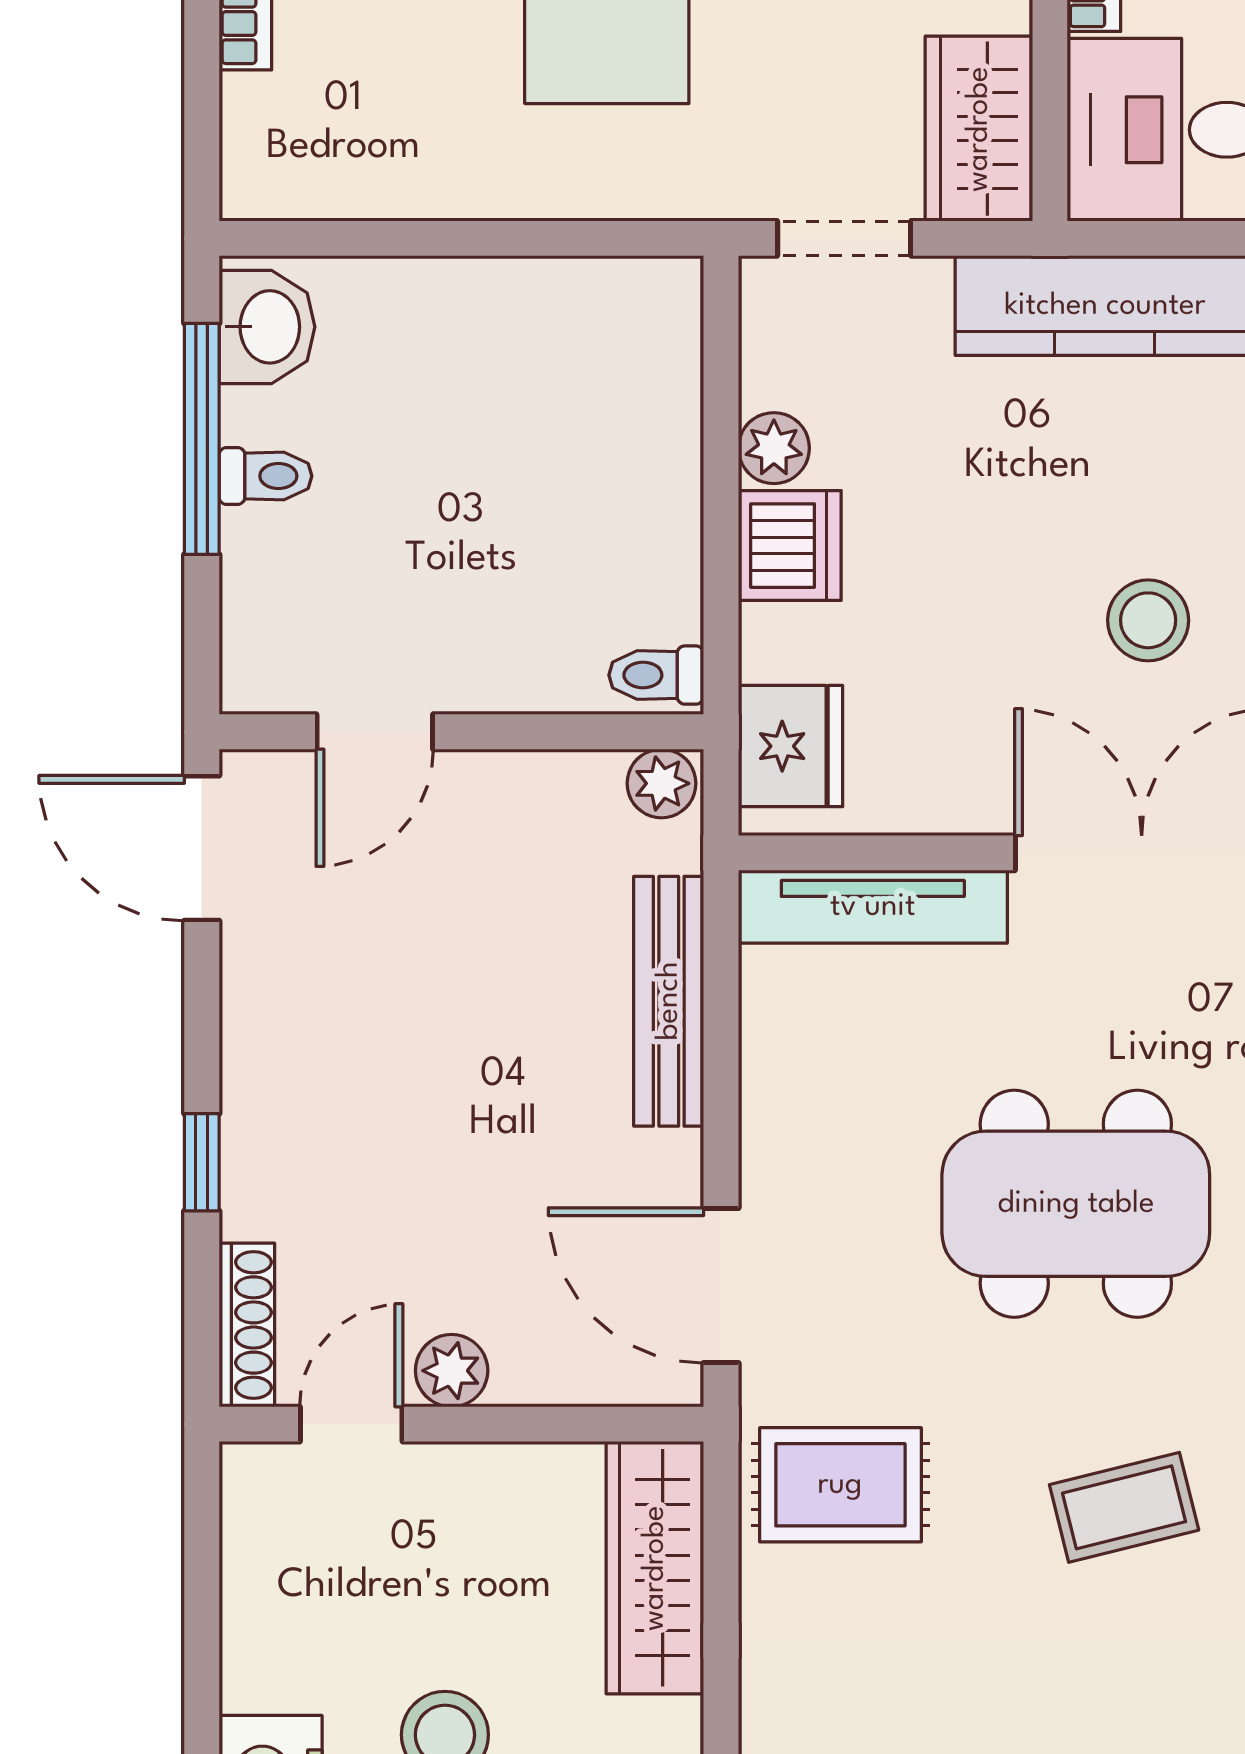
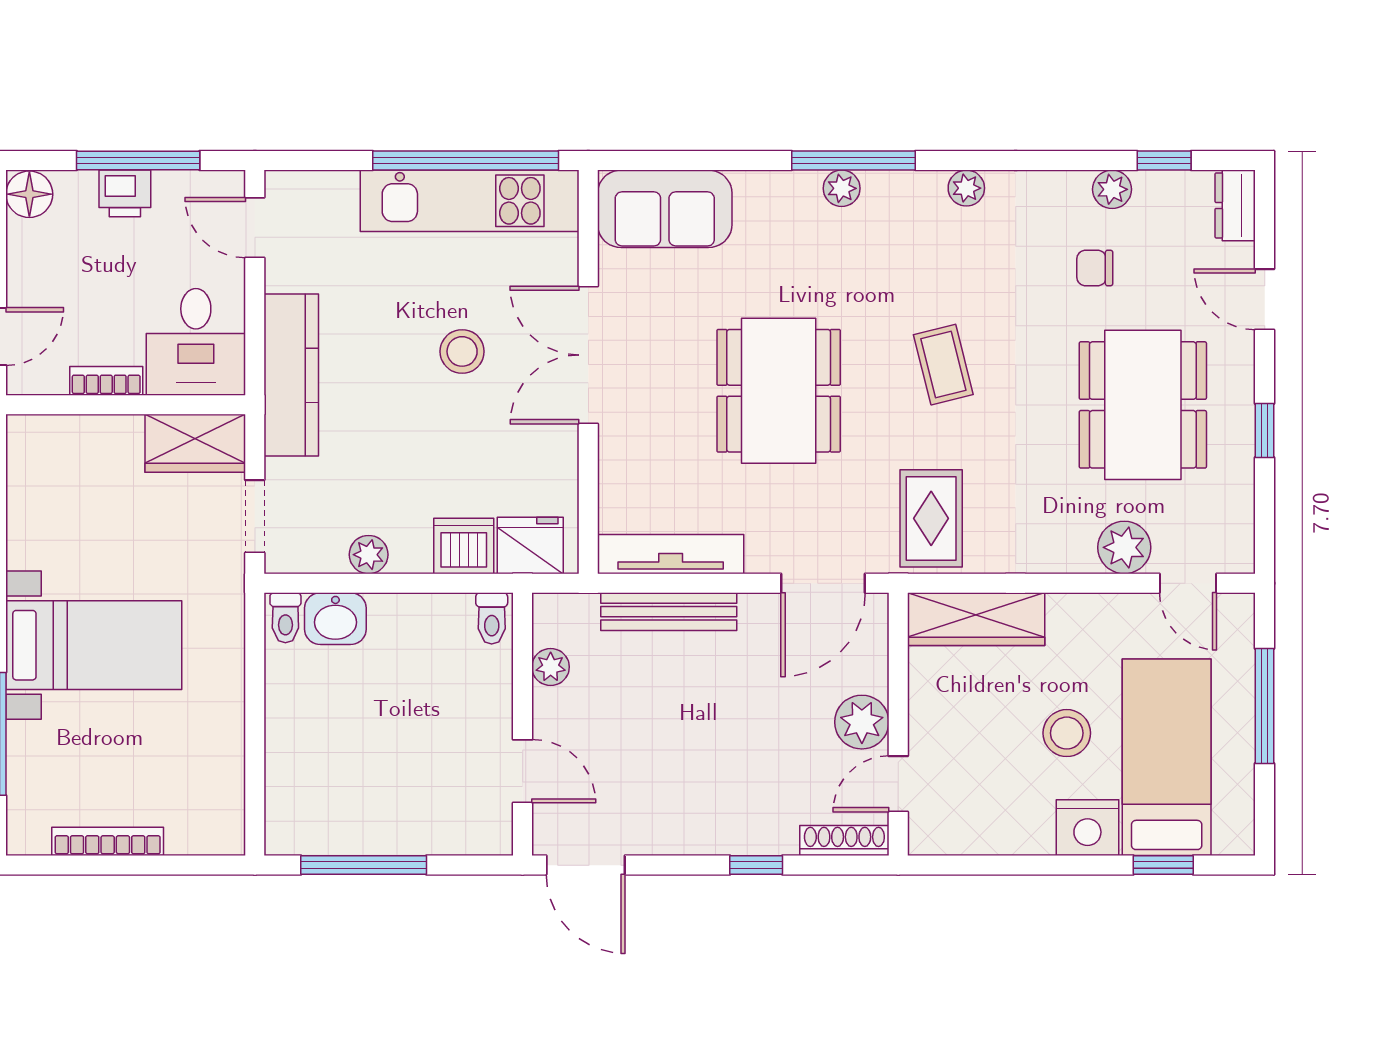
washbasin: (267, 327) -> (335, 619), moved, turned 180
toilet: (265, 476) -> (285, 618), moved, turned 180
dishwasher: (790, 546) -> (464, 546), moved
plant: (662, 783) -> (551, 667), moved
door: (202, 848) -> (586, 865), hinge flipped
tv unit: (873, 907) -> (671, 554), moved, turned -90
plant: (452, 1371) -> (862, 722), width x1.38, depth x1.38
door: (351, 1424) -> (898, 784), hinge flipped

